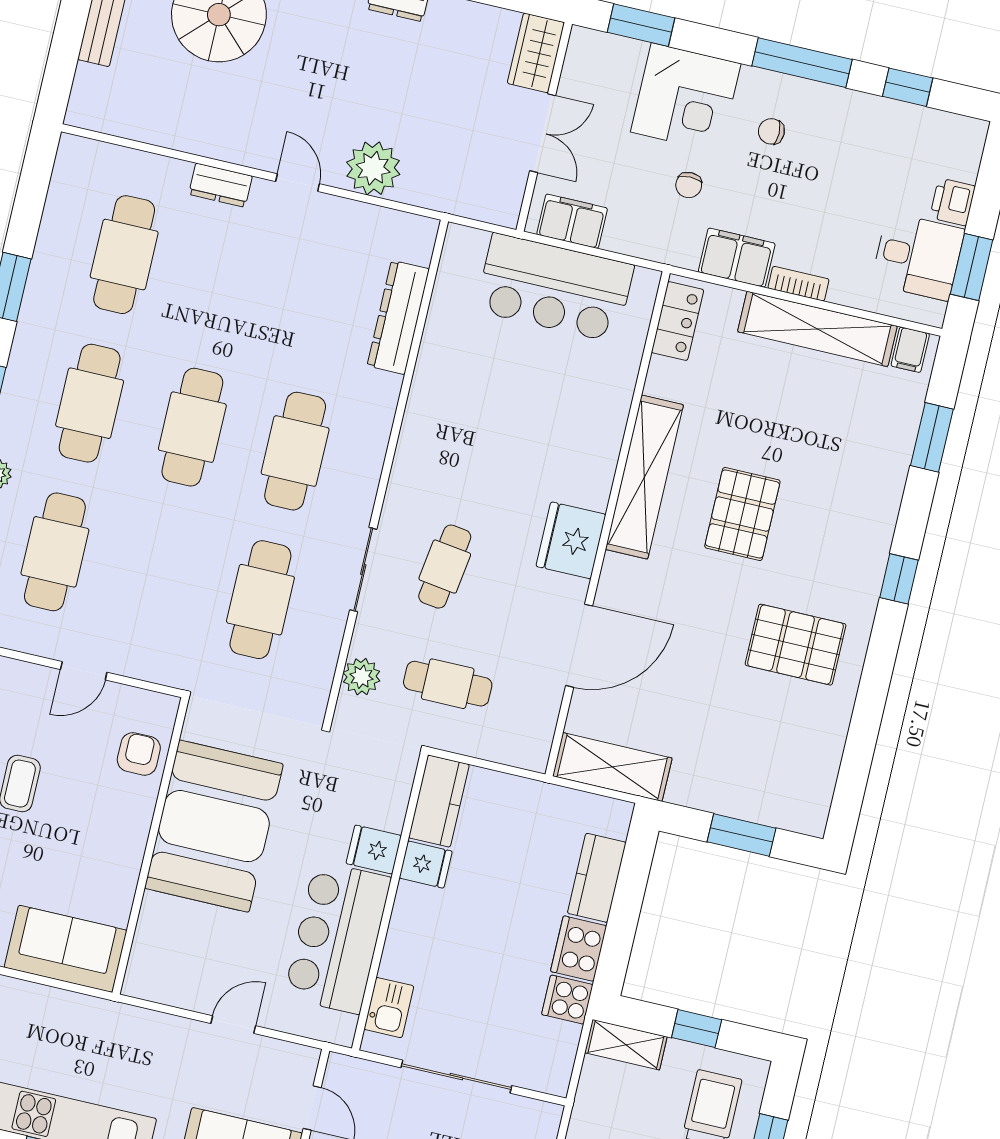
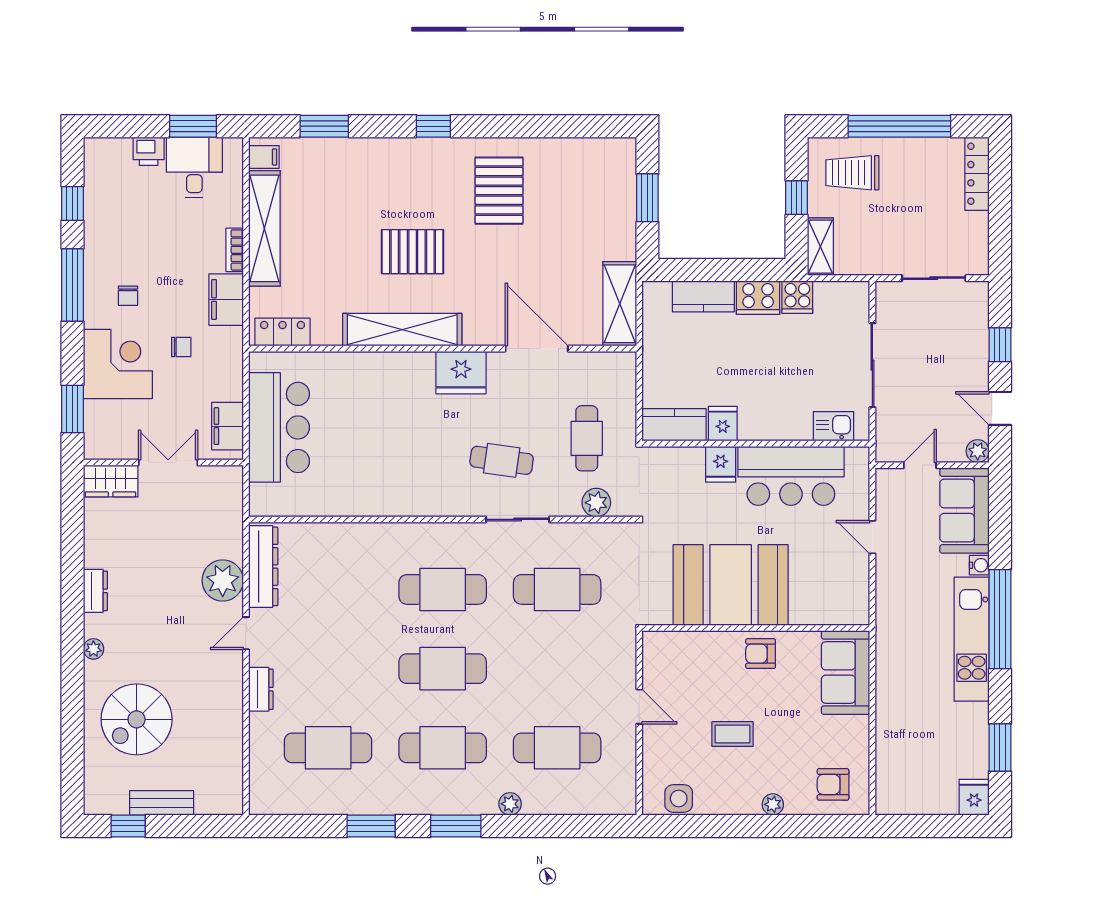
dresser: (398, 317) -> (263, 566), moved, turned -90
armchair: (139, 754) -> (761, 654), moved

